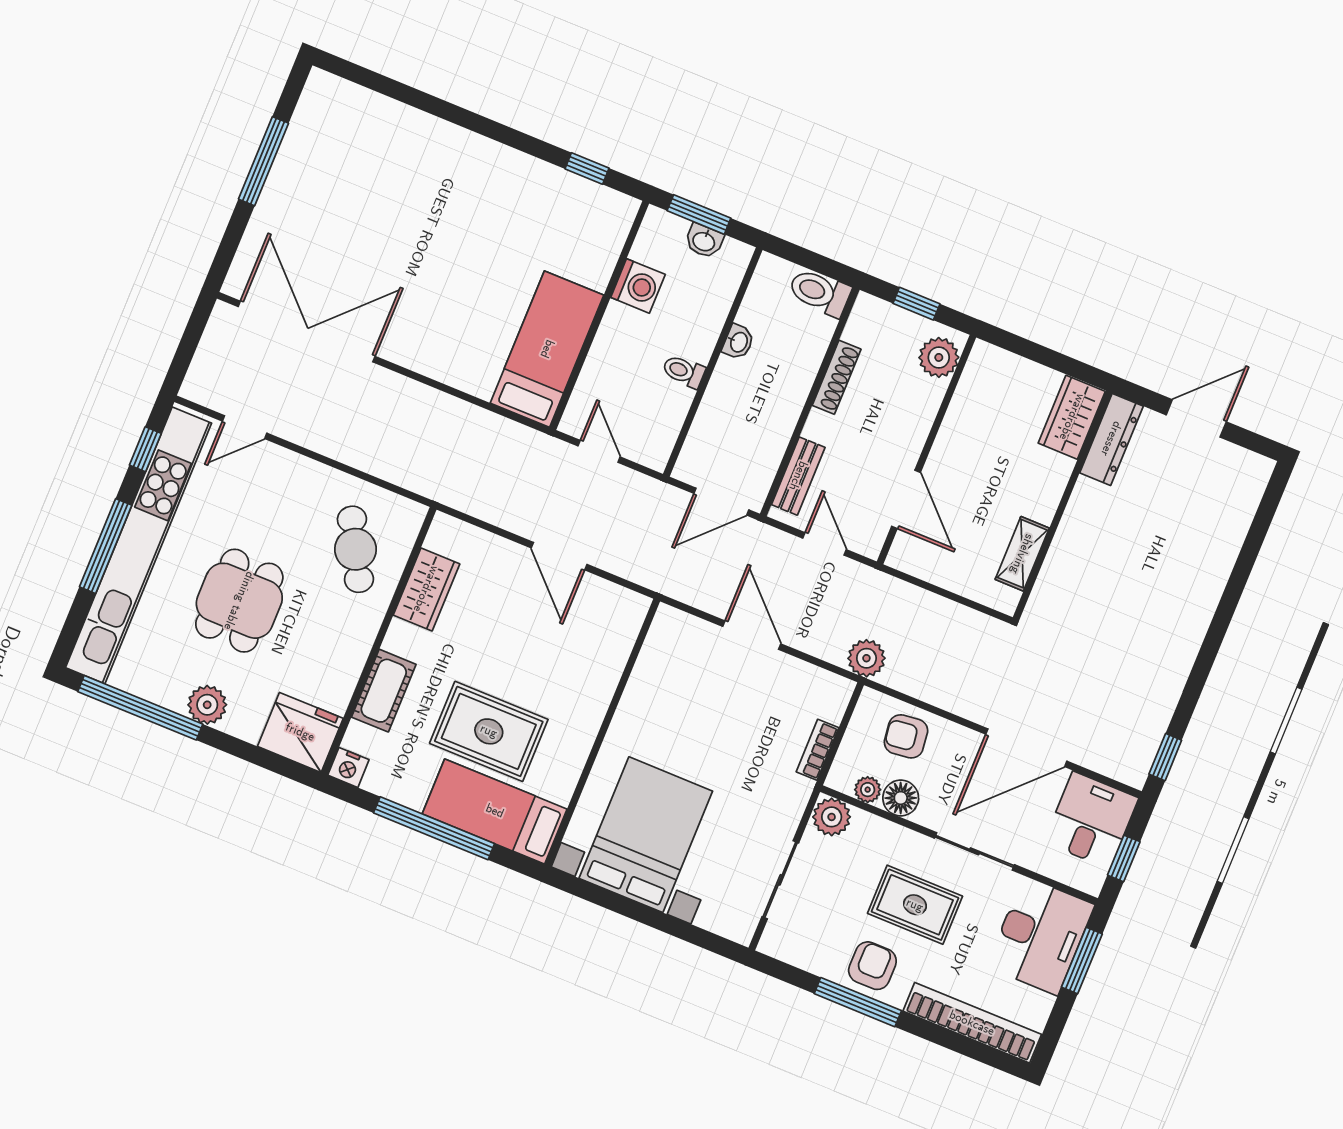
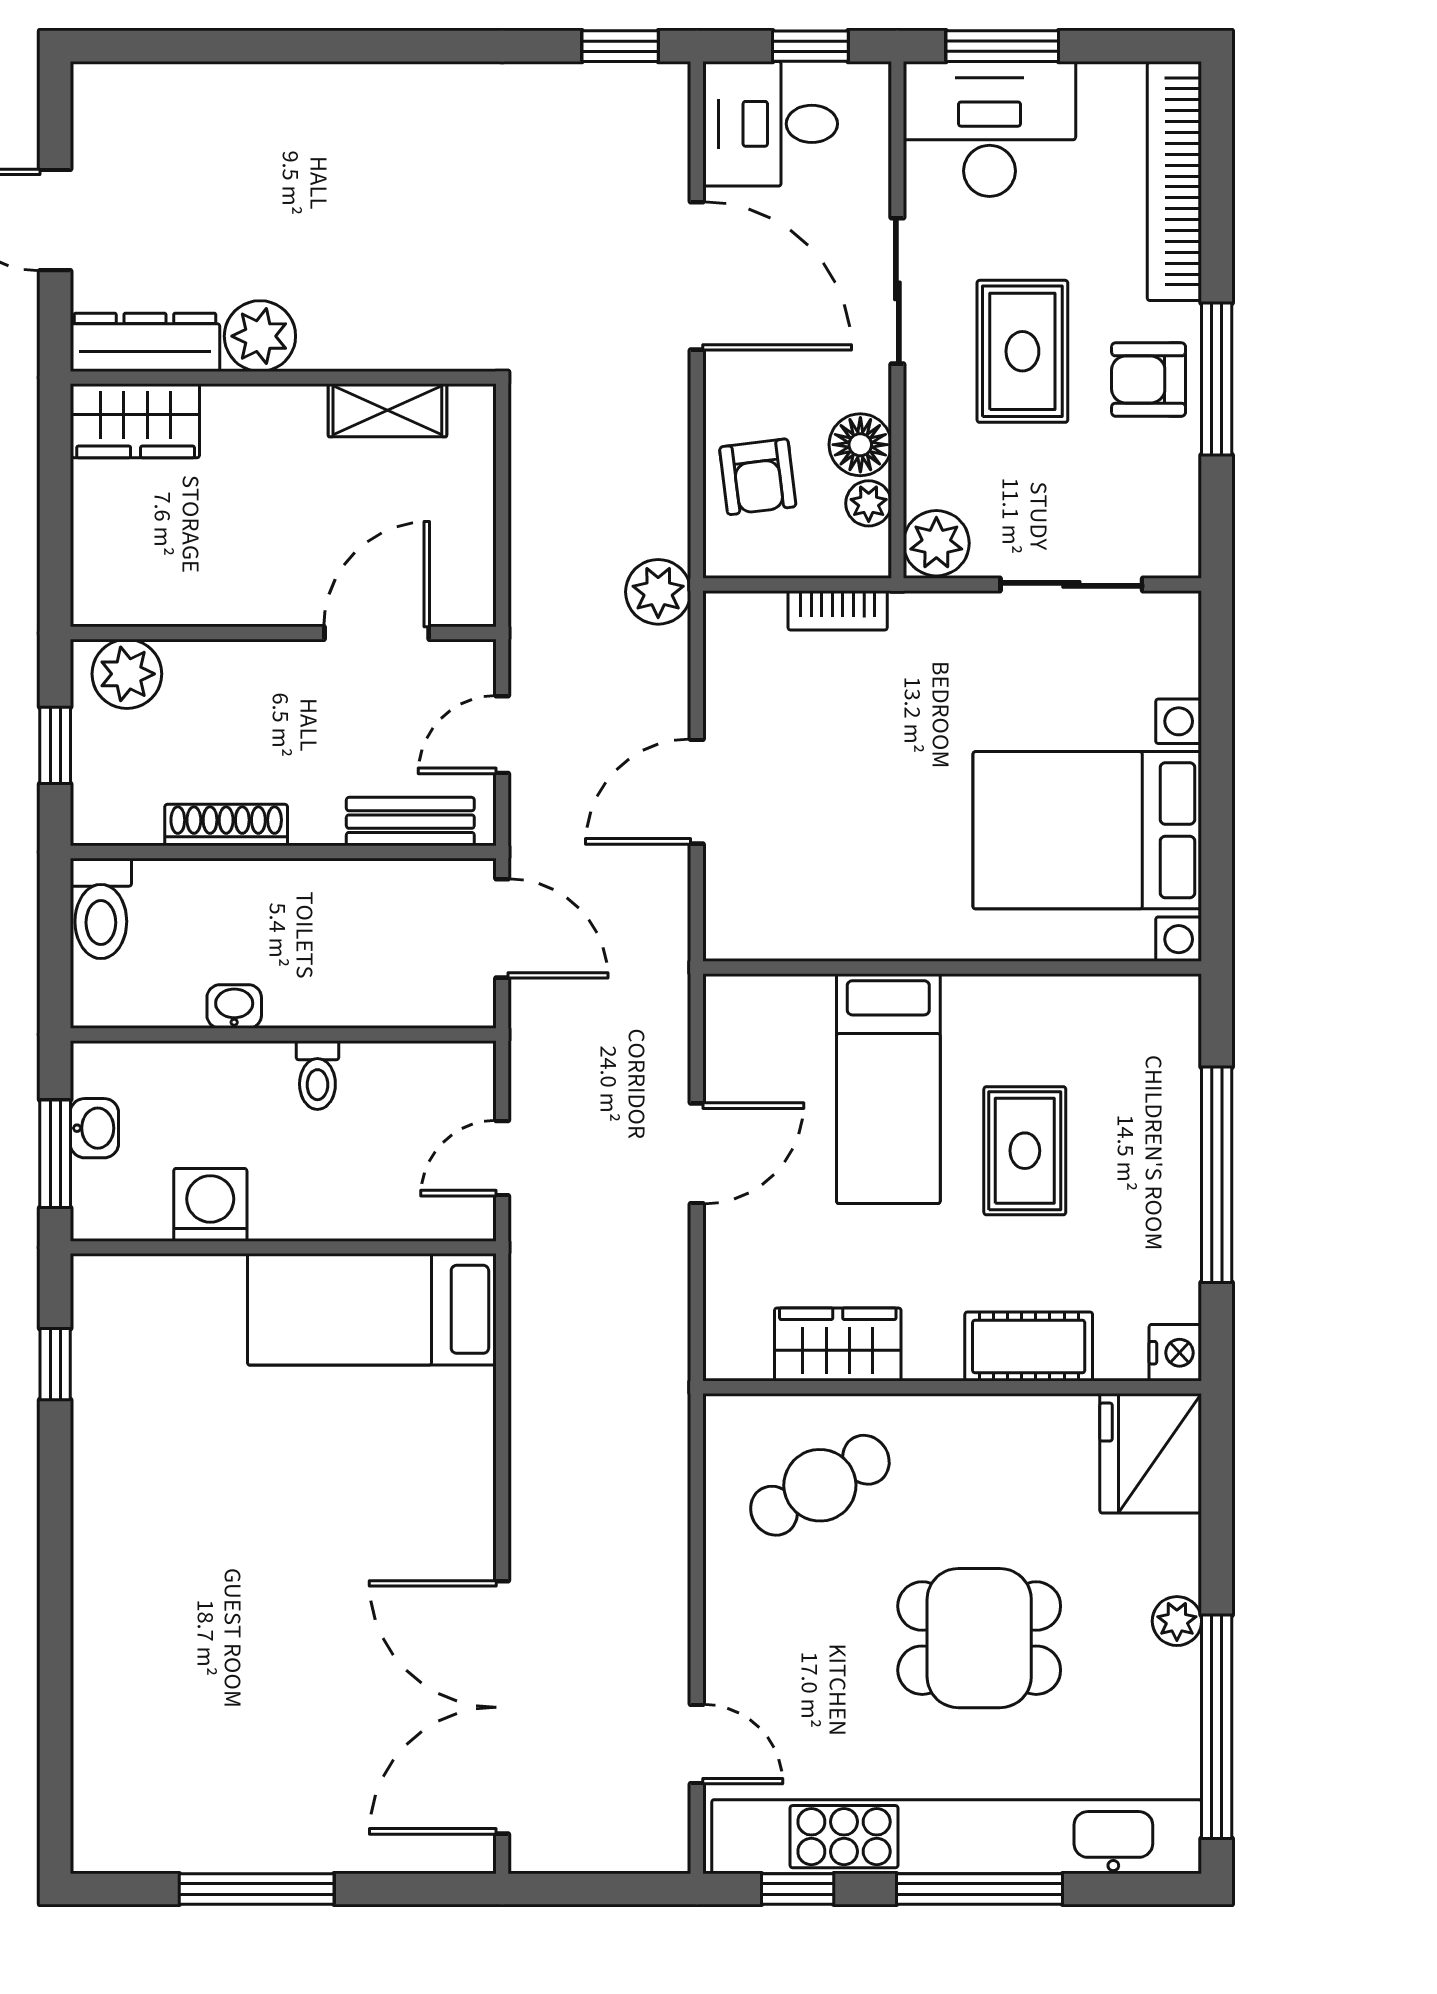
plant: (1090, 502) -> (260, 336), added
plant: (207, 705) -> (1177, 1621), width x0.73, depth x0.73
rug: (489, 731) -> (1025, 1151), width x0.73, depth x0.70
bed: (495, 811) -> (888, 1089), moved

